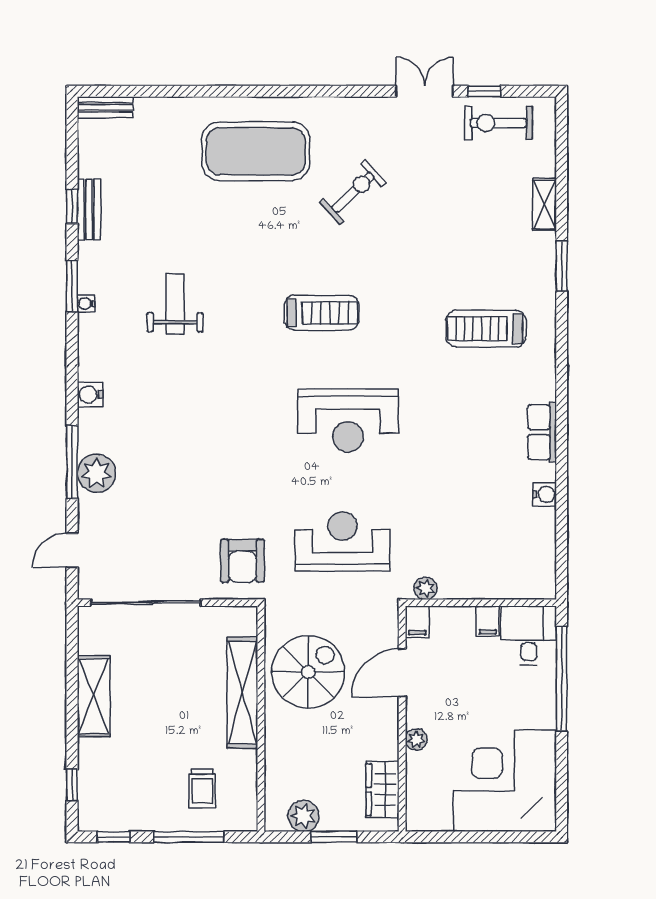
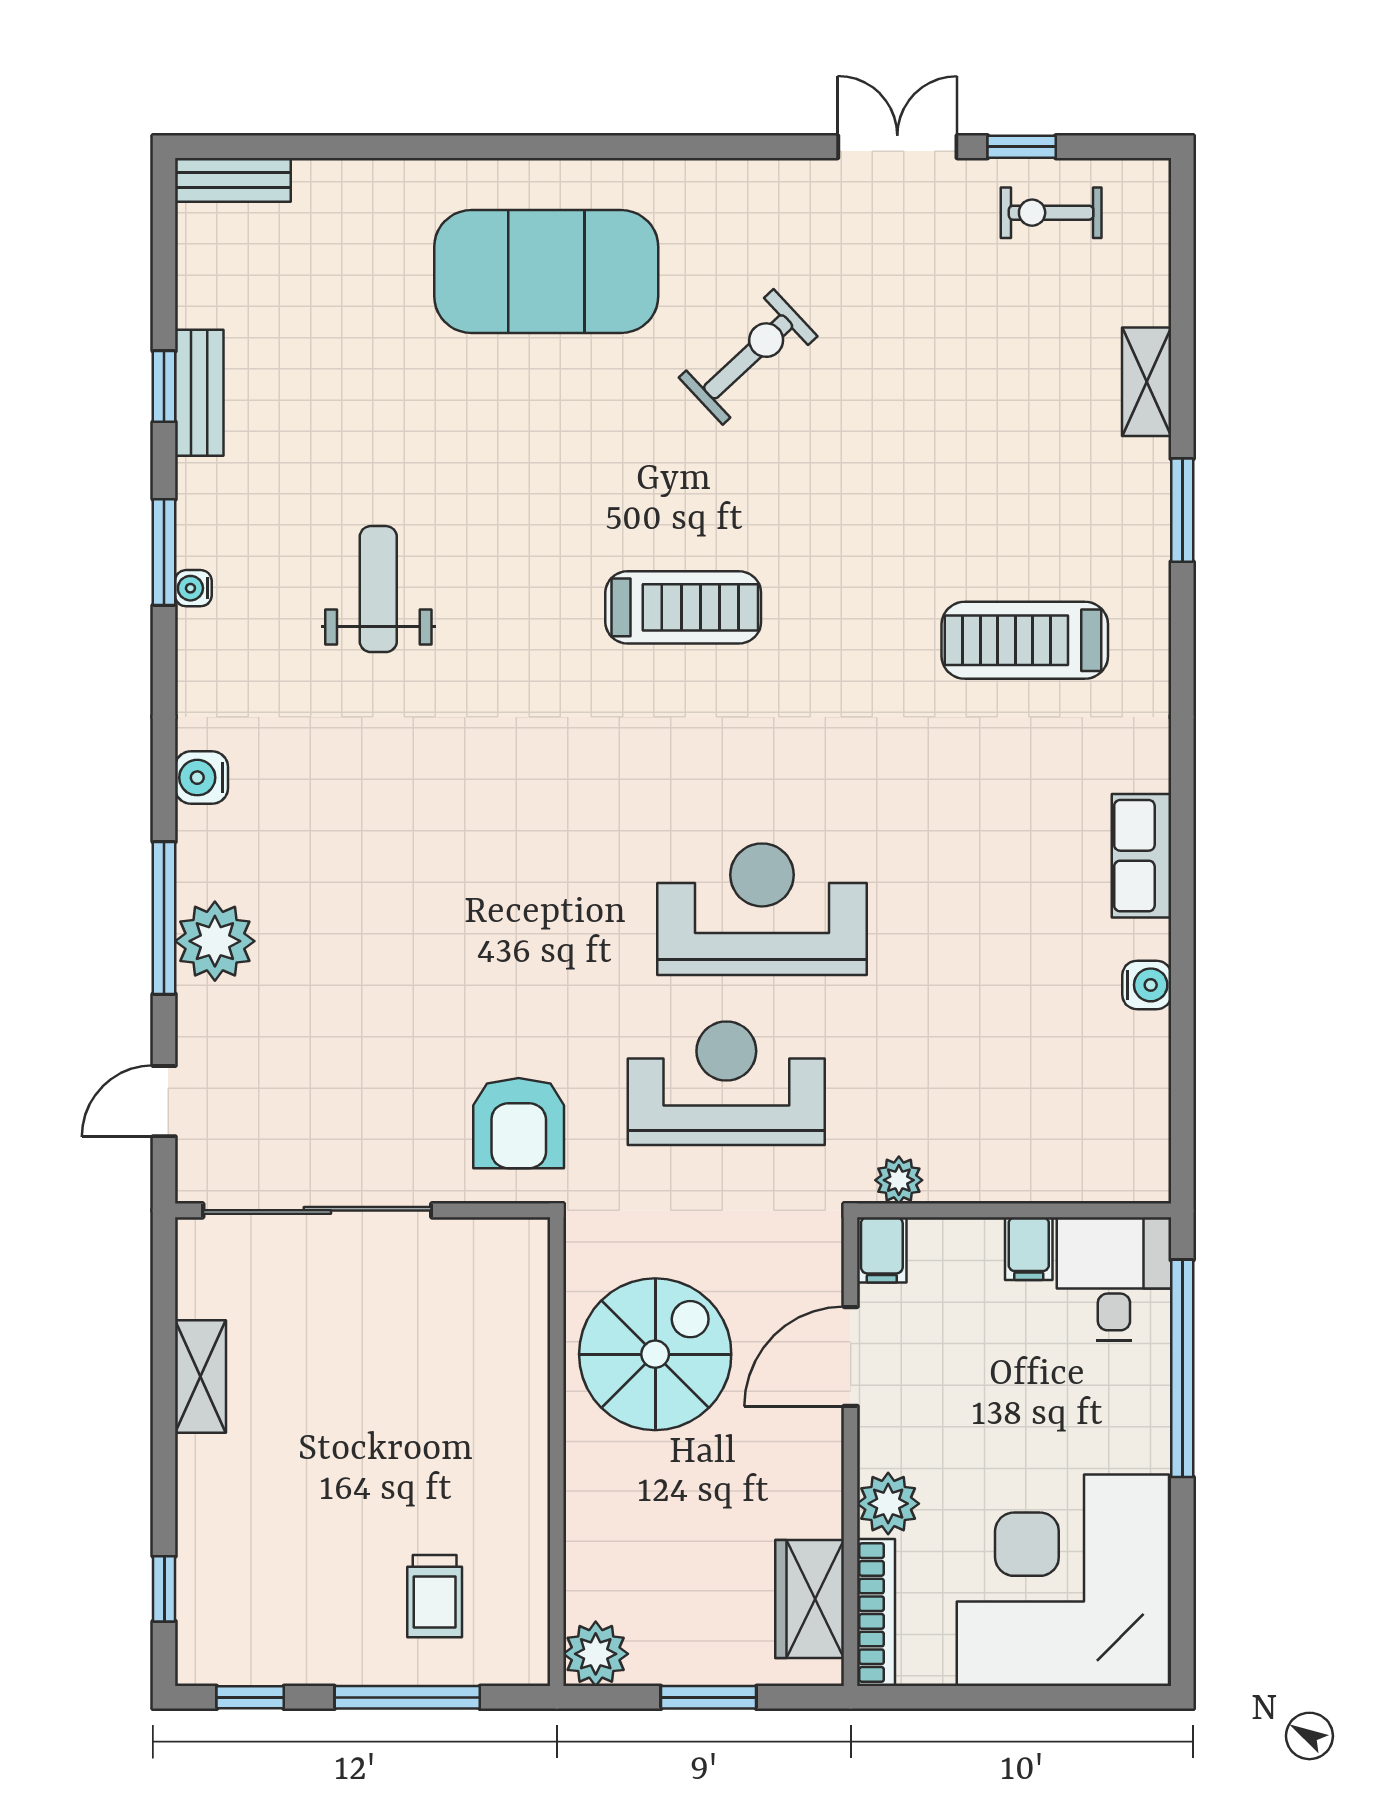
exercise bike: (499, 123) -> (1051, 213), width x0.73, depth x0.72
reception desk: (348, 420) -> (762, 909), moved, turned 180
shelving: (242, 692) -> (518, 1397), removed
shelving: (94, 696) -> (200, 1376), width x0.67, depth x0.75
plant: (416, 740) -> (888, 1504), width x1.38, depth x1.38
bookcase: (414, 796) -> (876, 1613), added
plant: (304, 816) -> (596, 1654), moved

